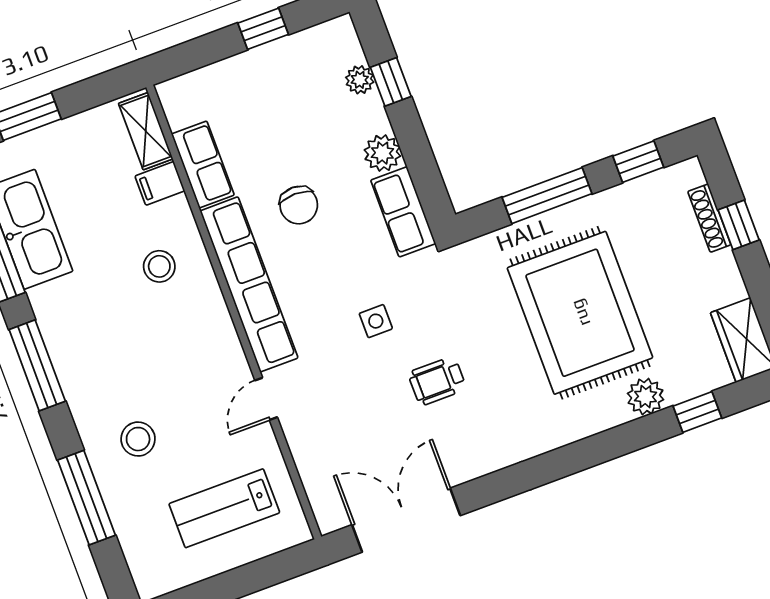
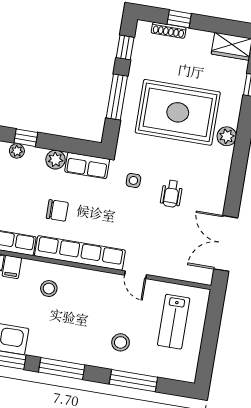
side table: (376, 321) -> (133, 180), moved
plant: (646, 397) -> (227, 136), moved

